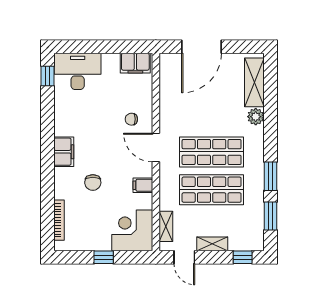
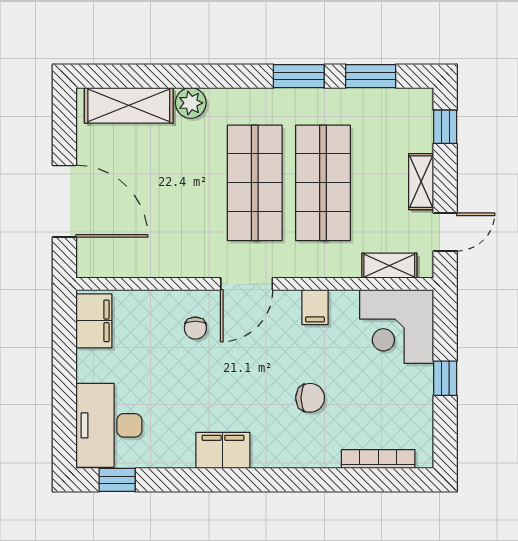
filing cabinet: (64, 152) -> (223, 450), moved

